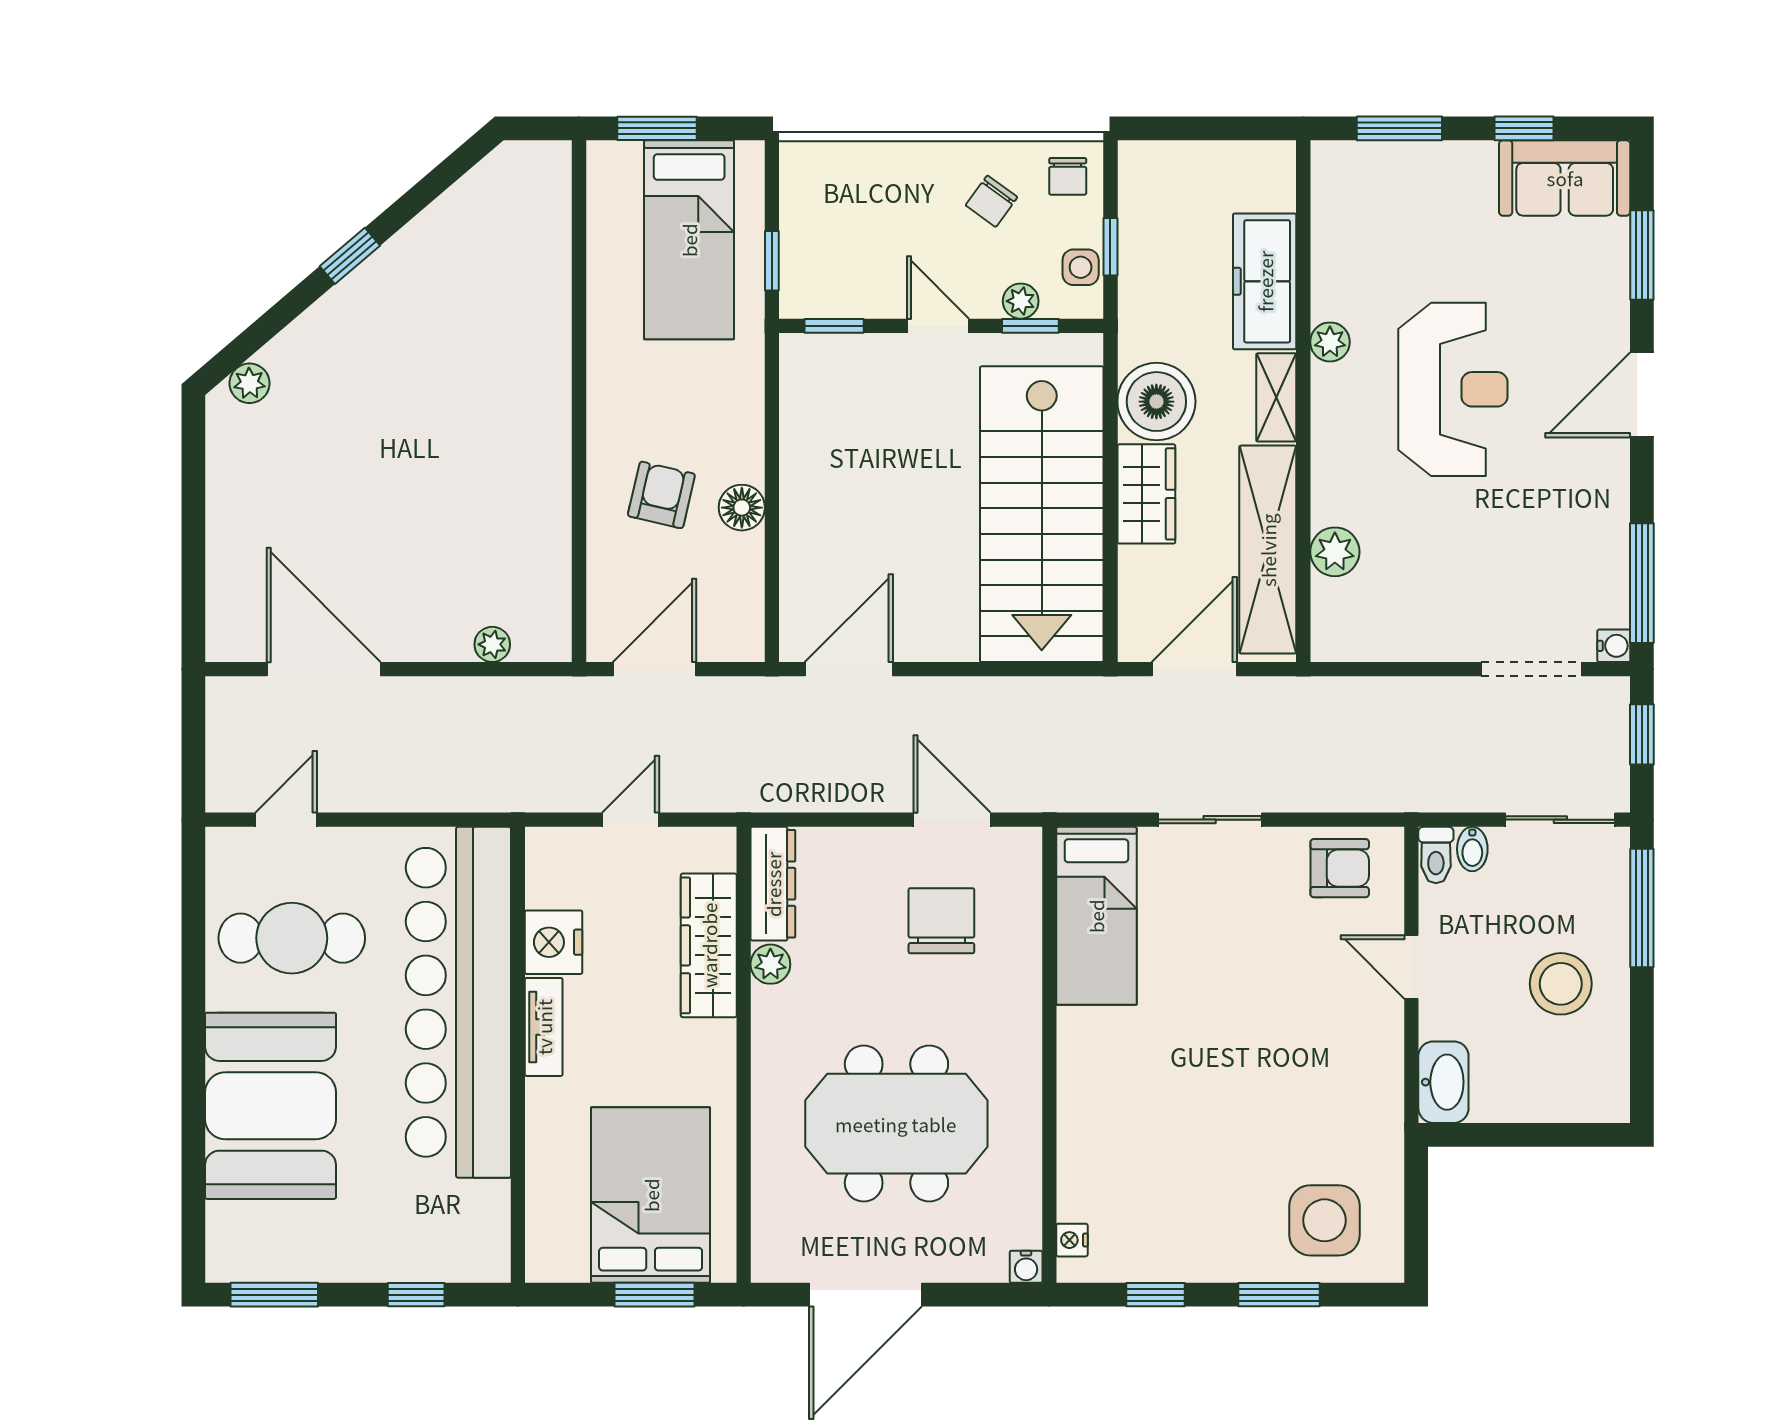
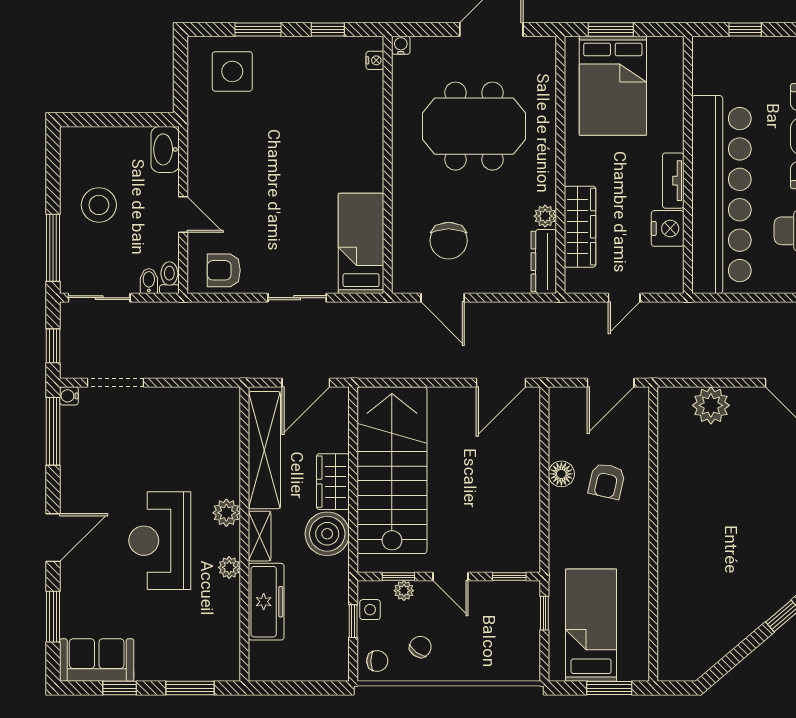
chair: (1068, 176) -> (377, 661), turned 90
plant: (1335, 552) -> (226, 513), moved
plant: (492, 644) -> (711, 405), width x1.88, depth x1.88

